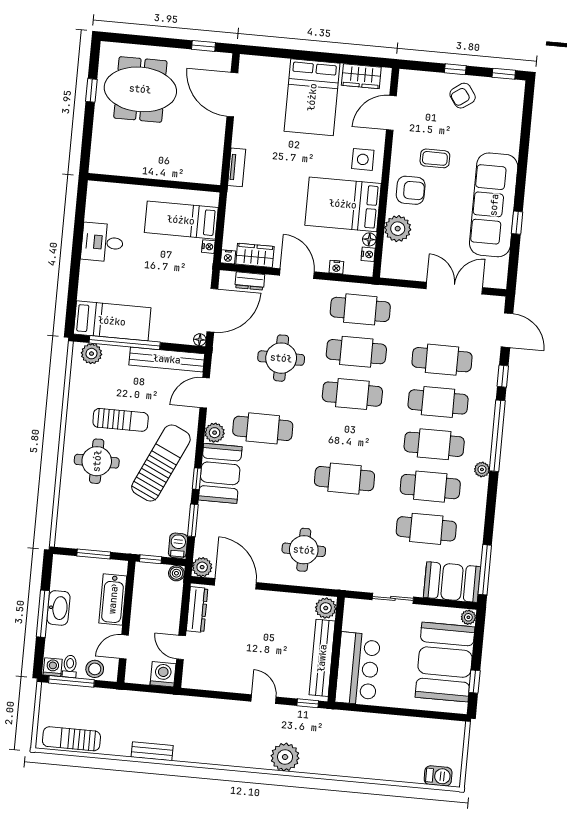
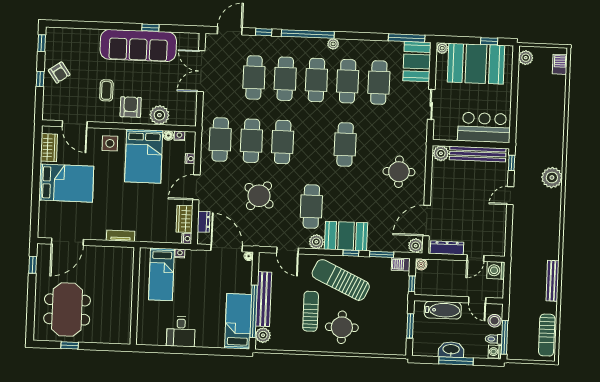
round table: (281, 358) -> (259, 196), turned 38
bench: (167, 359) -> (264, 299), moved
plant: (450, 730) -> (526, 58), added
bench: (152, 751) -> (553, 281), width x1.36

